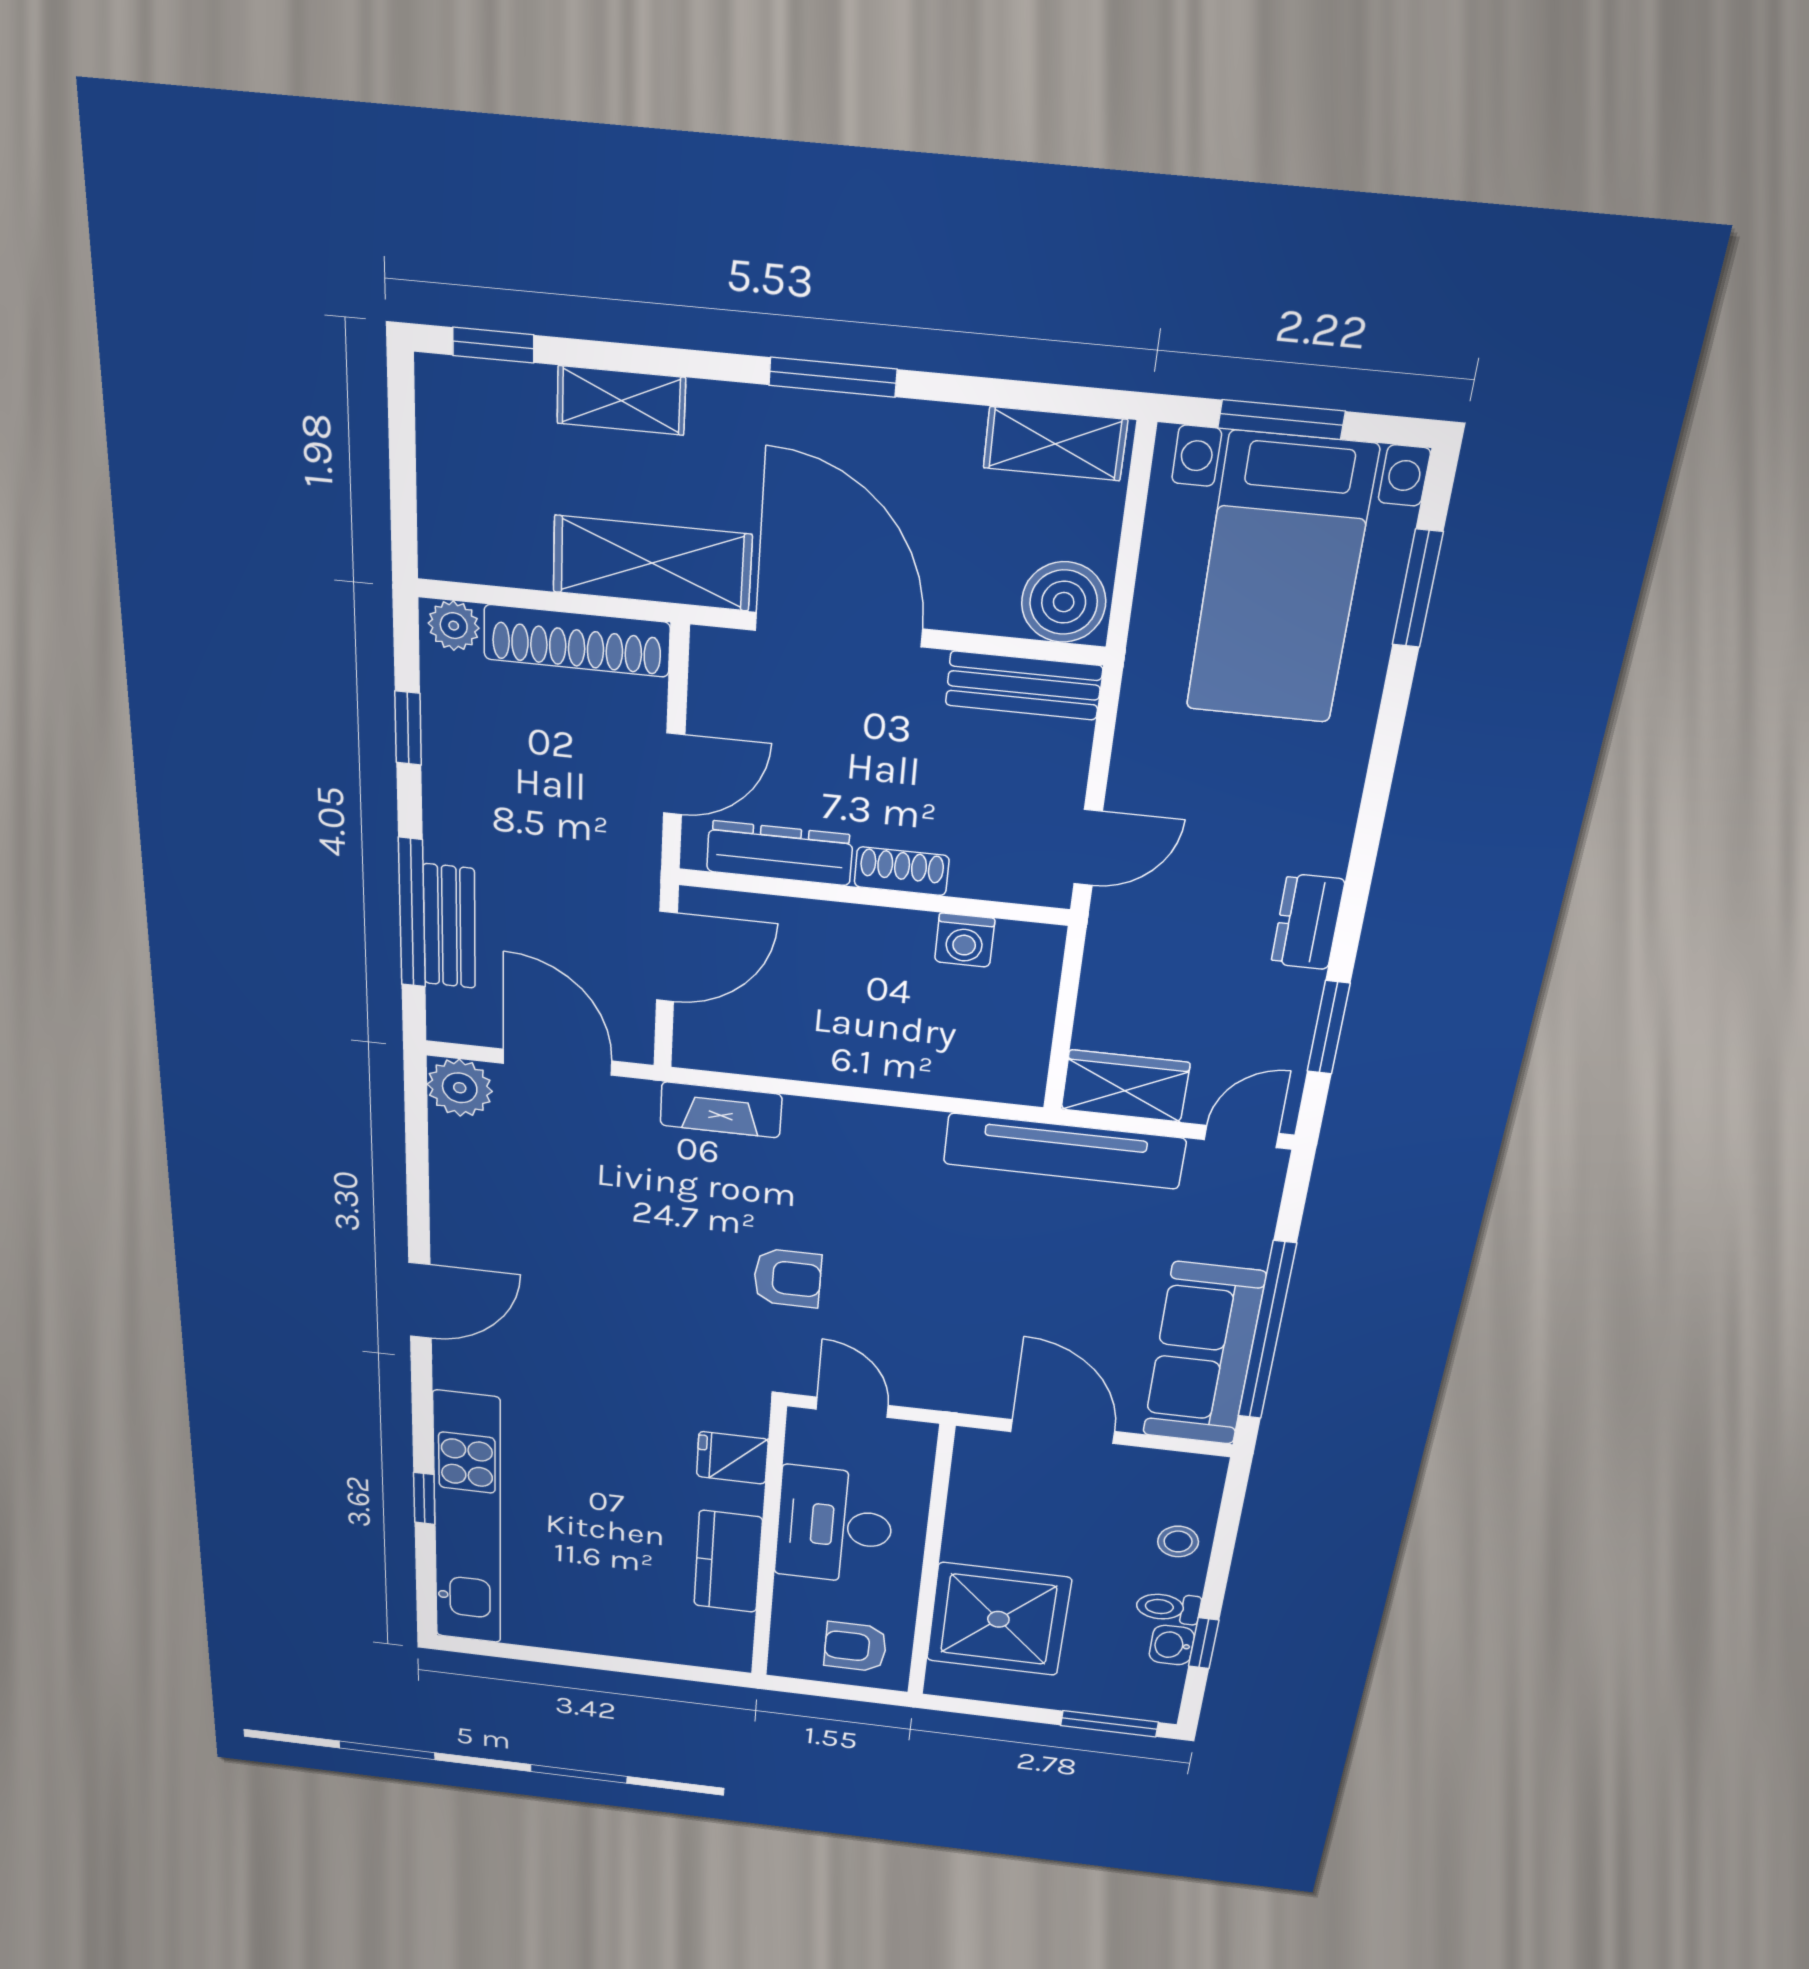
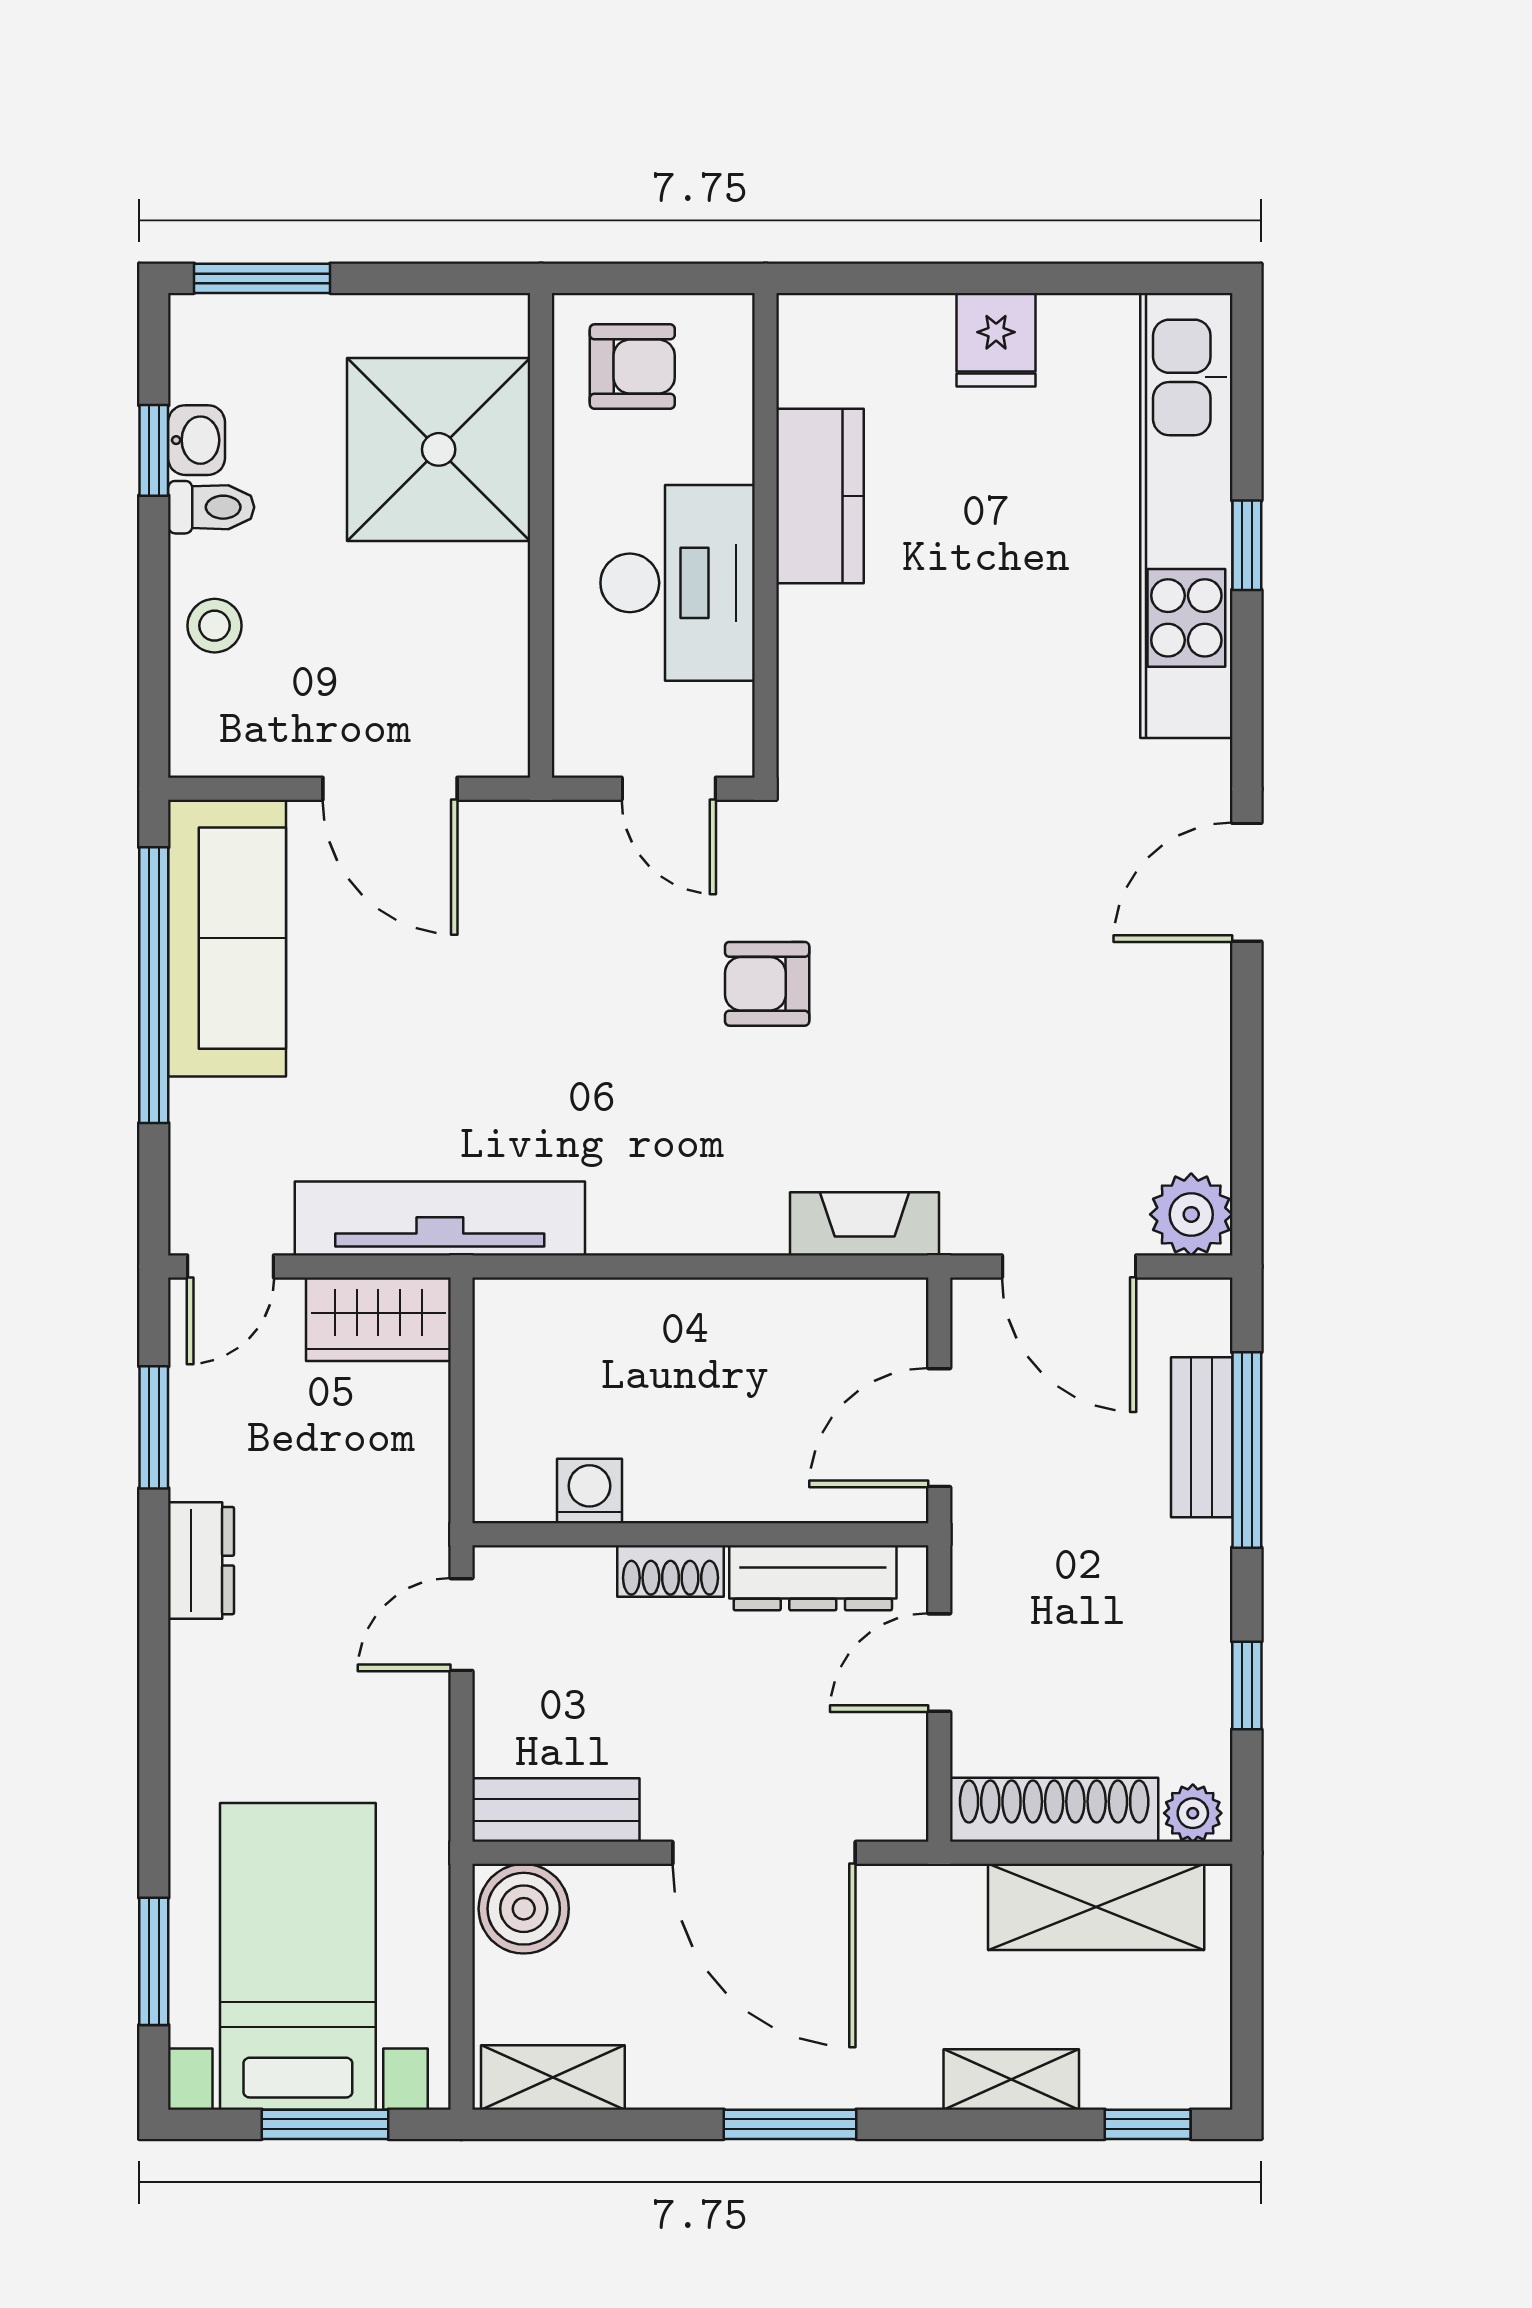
shelving: (652, 563) -> (1096, 1907), moved
fridge: (732, 1458) -> (996, 340), moved, turned 90

